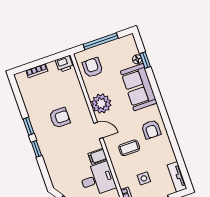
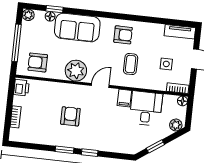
plant: (129, 40) -> (28, 15), added

